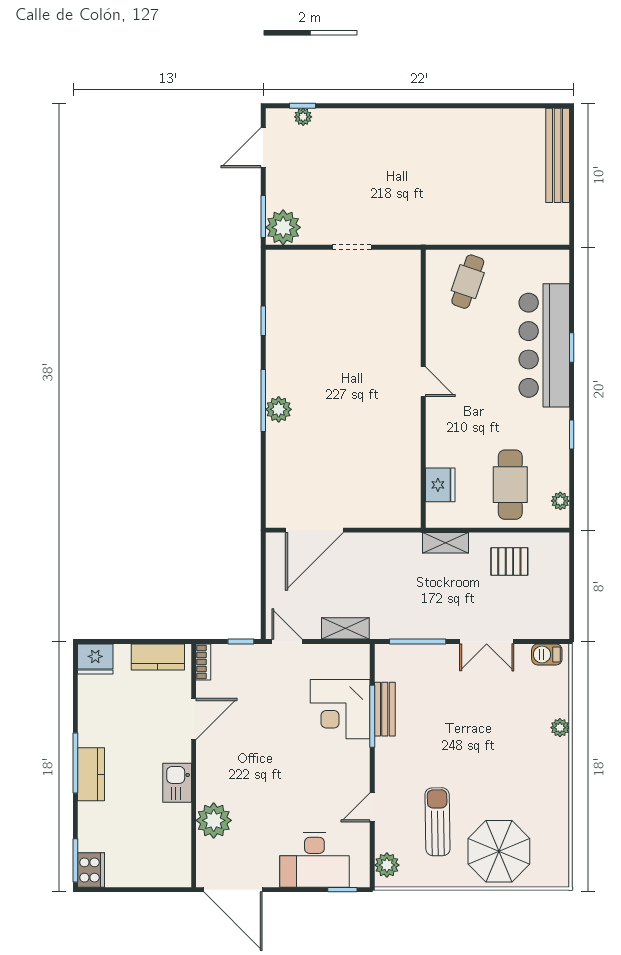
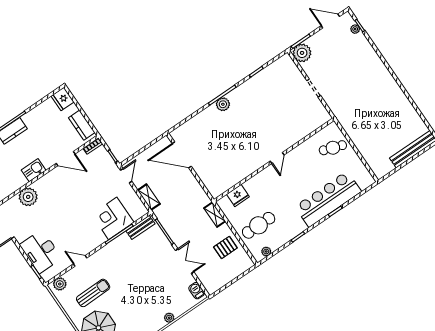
pallet: (509, 562) -> (225, 247), turned 90
double door: (487, 641) -> (185, 261), swing flipped
bench: (385, 709) -> (141, 227), moved

